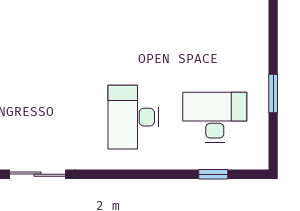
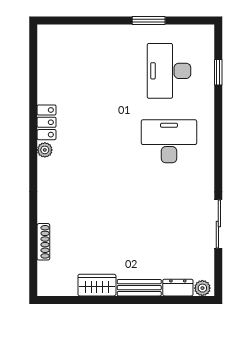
desk: (133, 117) -> (169, 141), turned 180

